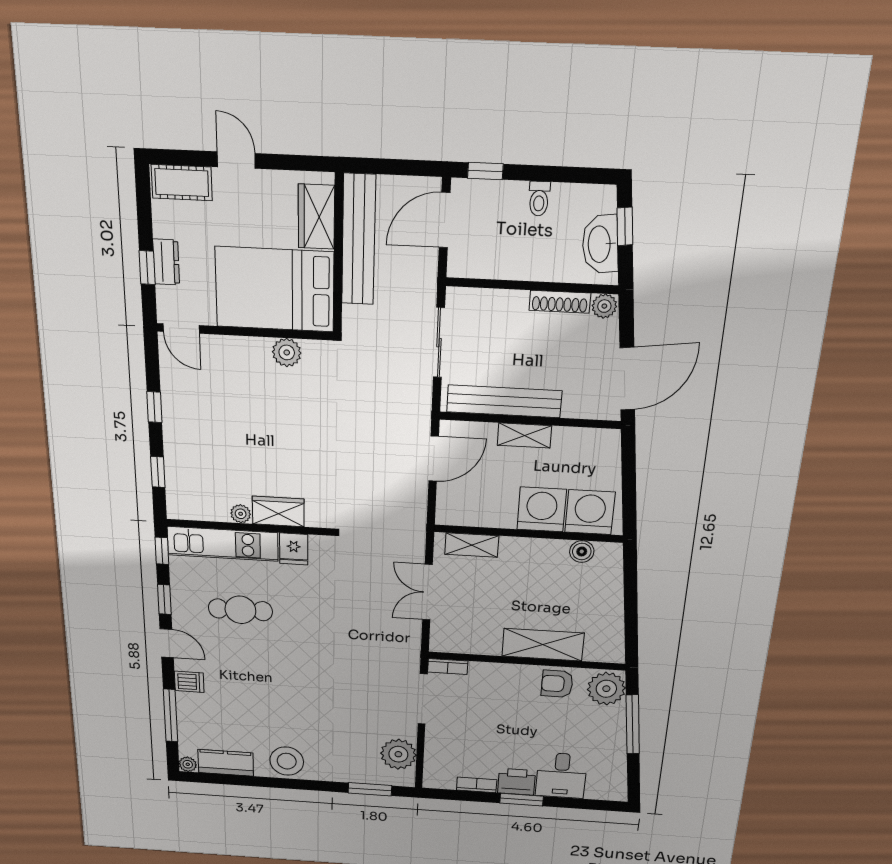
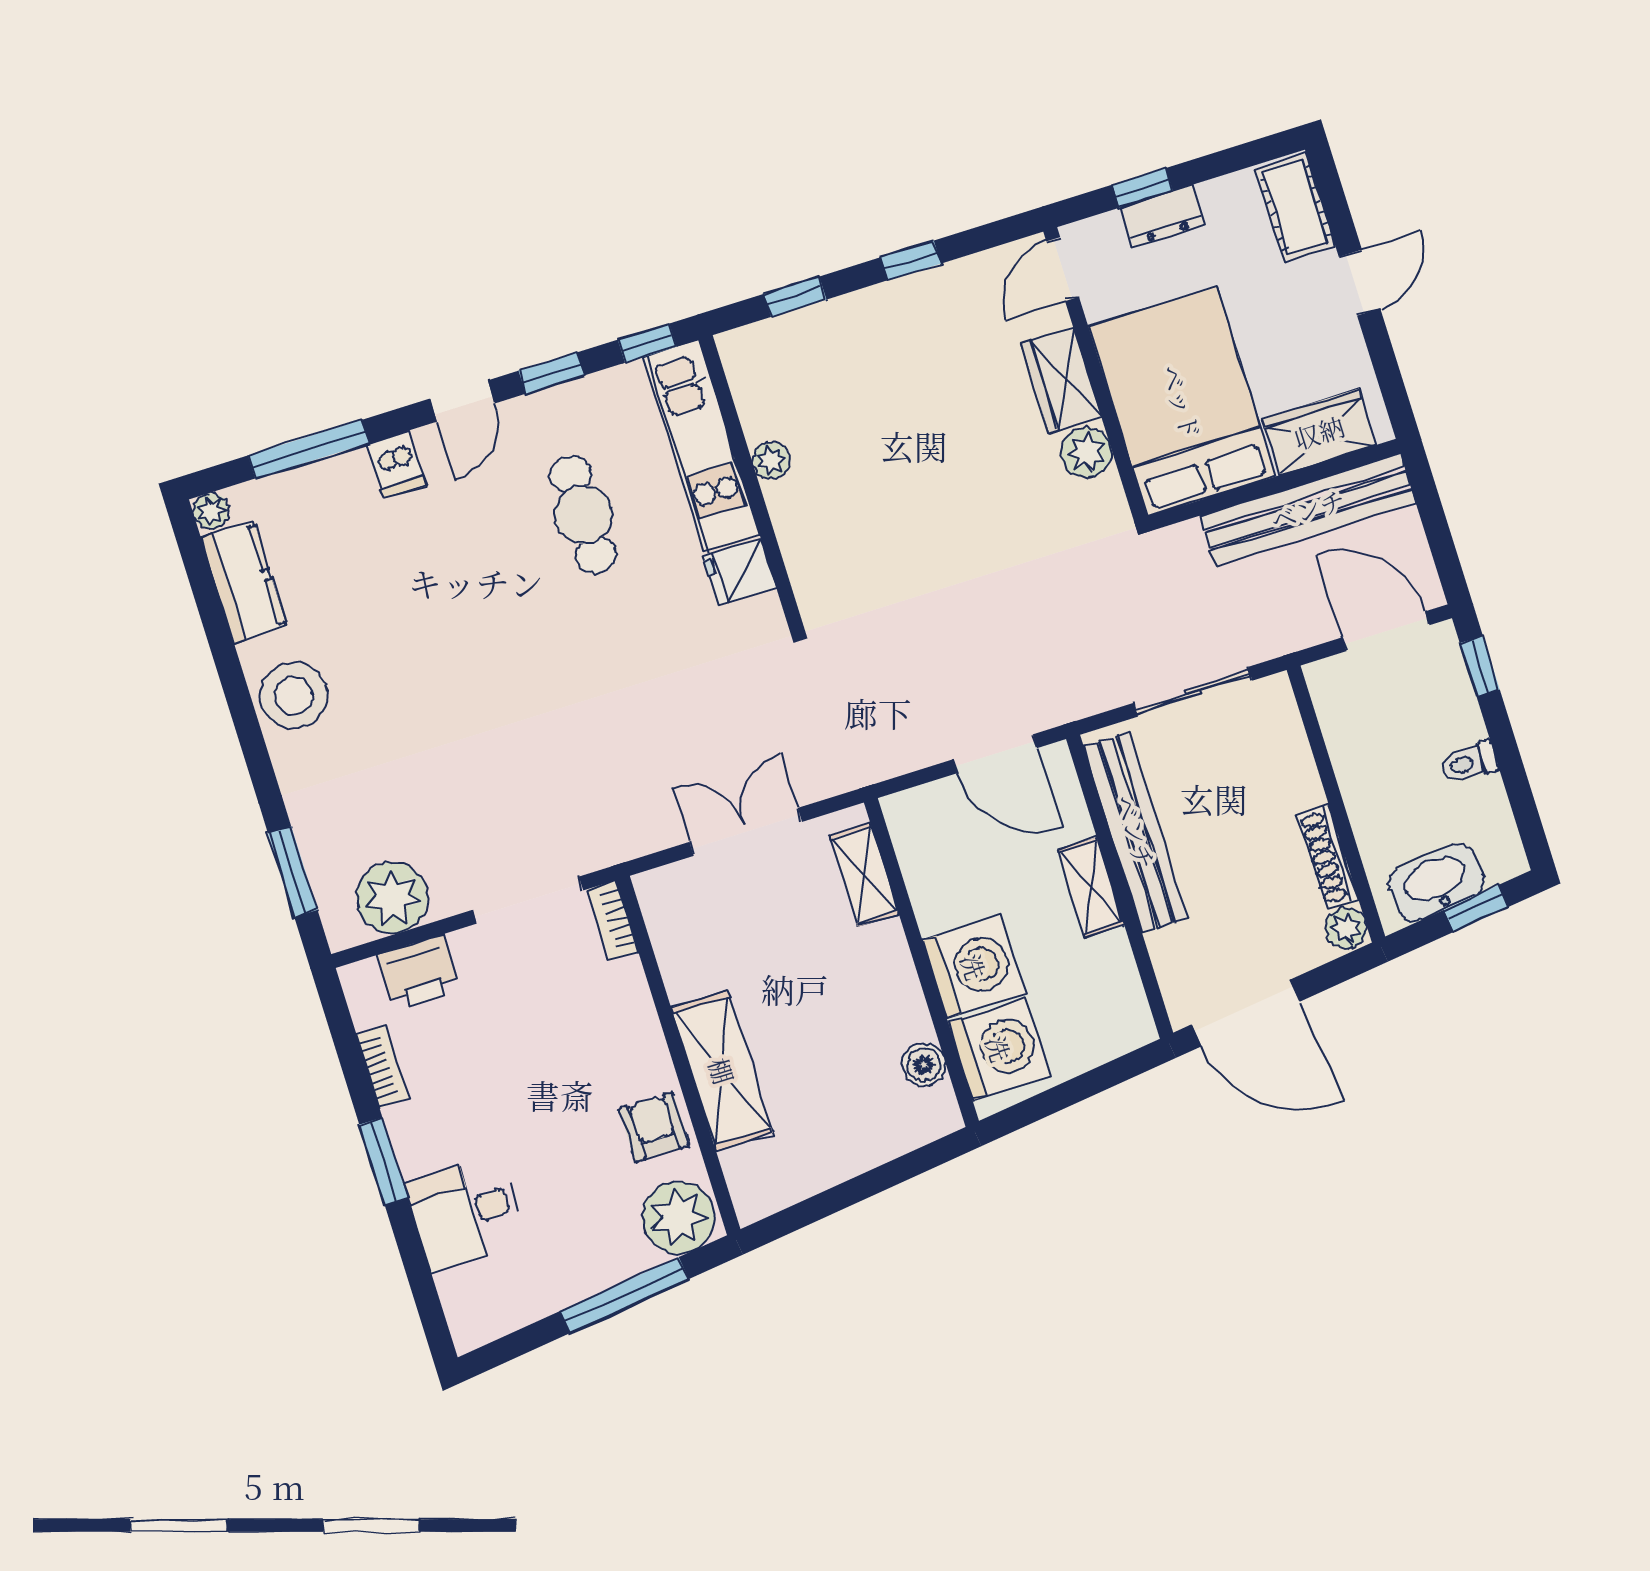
wardrobe: (278, 511) -> (1061, 381), moved, turned 180
printer: (517, 782) -> (419, 973), moved, turned 90

